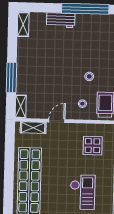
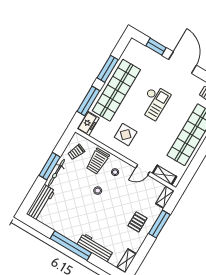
workbench: (61, 20) -> (95, 248), width x1.38
pallet: (34, 68) -> (137, 222), added
checkout: (82, 192) -> (154, 102), turned 180

